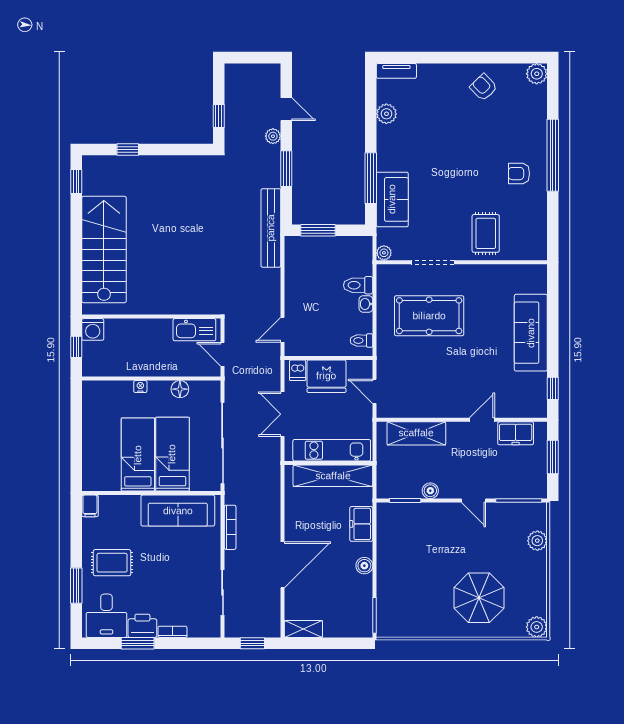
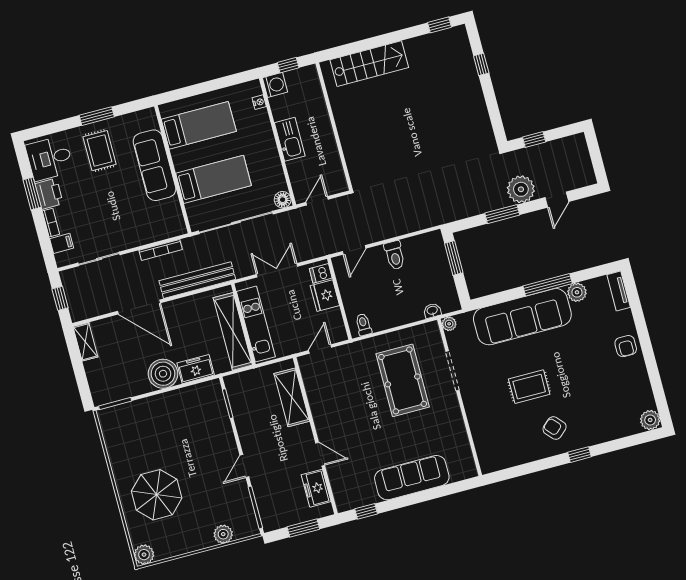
armchair: (484, 87) -> (626, 346), moved, turned 134
plant: (273, 136) -> (521, 189), width x1.87, depth x1.87
window: (553, 155) -> (579, 455), width x0.32
armchair: (519, 174) -> (555, 428), turned -42
window: (371, 178) -> (548, 285), moved
sofa: (392, 199) -> (522, 317), width x1.85, depth x1.27
bench: (271, 228) -> (197, 280), moved
rug: (486, 233) -> (529, 387), moved
stairs: (104, 250) -> (369, 64), width x0.73, depth x0.66
toilet: (358, 285) -> (395, 255), moved, turned 180
washbasin: (366, 304) -> (432, 311), moved
washing machine: (93, 329) -> (275, 85), moved, turned 180
kitchen sink: (194, 330) -> (290, 139), moved, turned 180
door: (283, 330) -> (354, 250), swing flipped
fridge: (326, 376) -> (325, 296), width x0.73, depth x0.75
nightstand: (140, 387) -> (259, 102), moved
floor lamp: (180, 389) -> (283, 200), moved
bed: (138, 455) -> (199, 125), moved
boiler: (430, 491) -> (243, 424), removed
filing cabinet: (90, 506) -> (62, 243), moved, turned 180
sofa: (178, 511) -> (154, 165), moved
boiler: (364, 566) -> (163, 374), width x1.86, depth x1.86
window: (76, 586) -> (97, 116), moved

